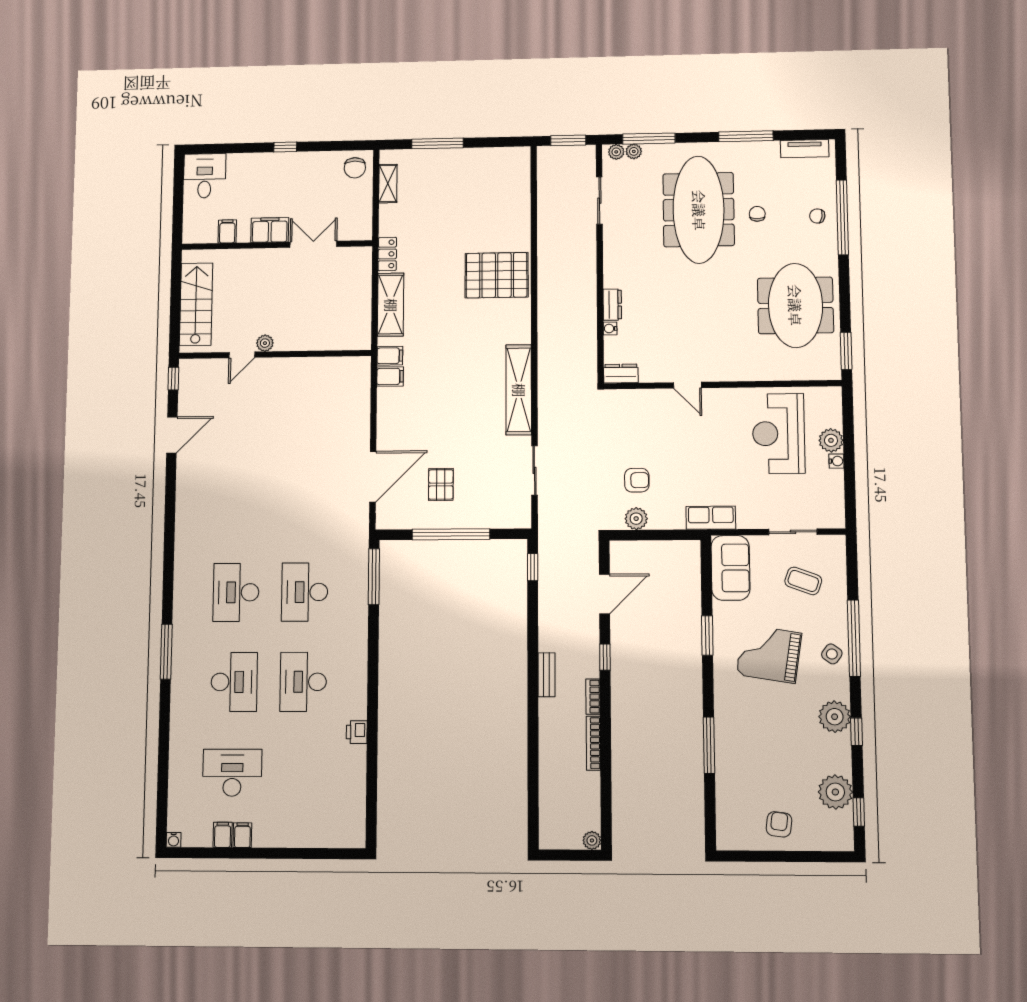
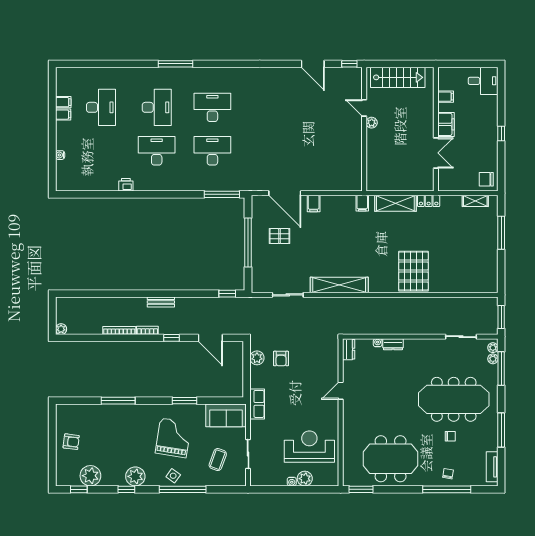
filing cabinet: (390, 376) -> (314, 203), moved
desk: (234, 682) -> (157, 107), turned -90
water cooler: (174, 840) -> (60, 155), moved

